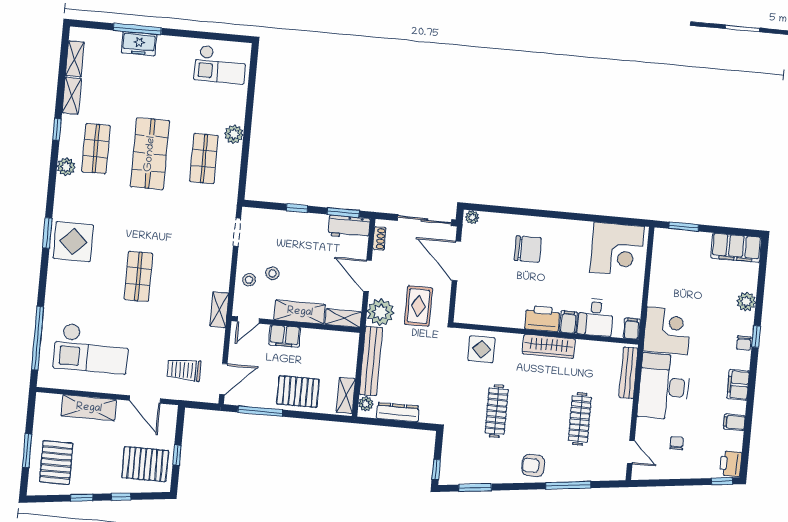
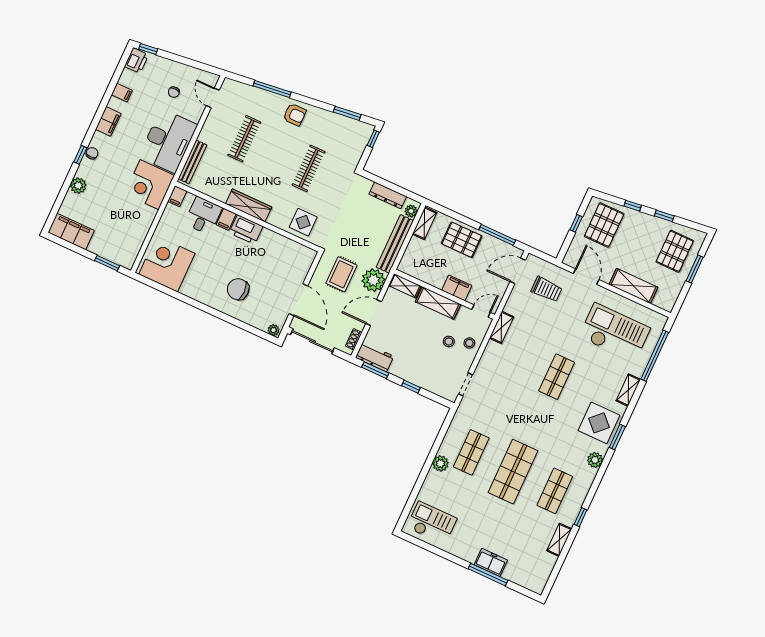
shelving: (75, 59) -> (628, 390), moved
plant: (66, 167) -> (595, 460), moved
door: (368, 276) -> (374, 313), swing flipped
pallet: (145, 464) -> (604, 225), turned 90

